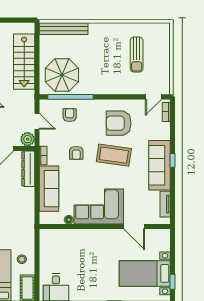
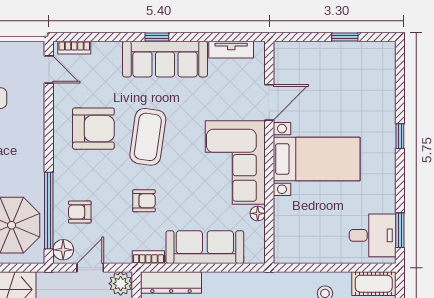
floor lamp: (47, 105) -> (63, 250), added
armchair: (119, 123) -> (93, 129), turned -90
bed with nightstands: (145, 273) -> (317, 159), moved, turned -90
window: (173, 282) -> (345, 37), moved

